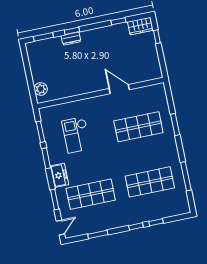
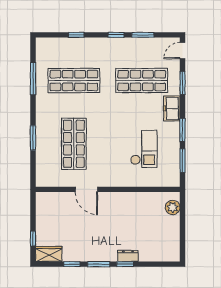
window: (43, 37) -> (99, 264), moved
shop shelf: (138, 127) -> (74, 144), turned 90
window: (136, 226) -> (116, 35), moved

